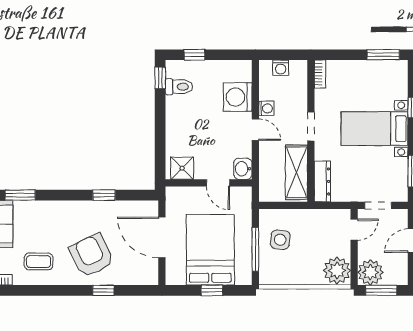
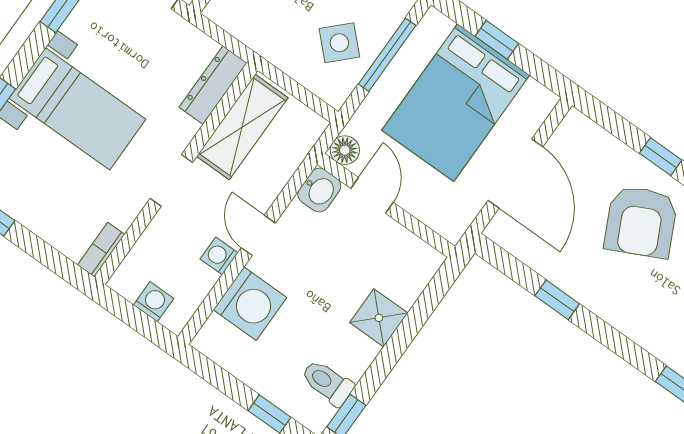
shower: (182, 168) -> (379, 318), moved
floor lamp: (244, 194) -> (345, 150), added
side table: (280, 240) -> (339, 43), turned 38

